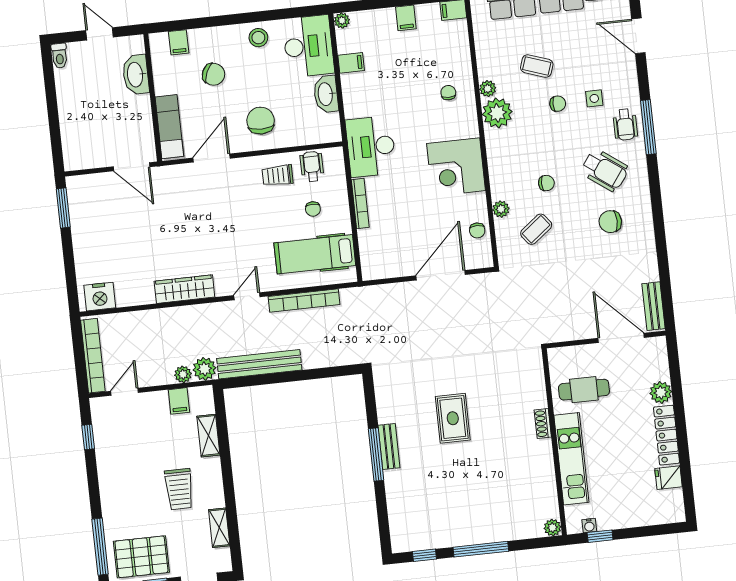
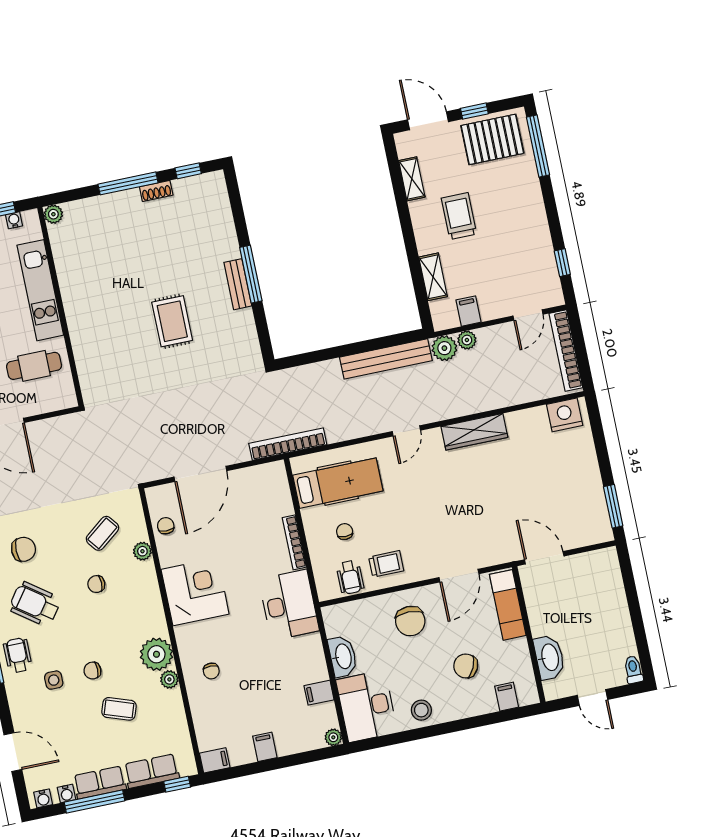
bookcase: (304, 301) -> (288, 444), moved
shoe rack: (543, 424) -> (156, 191), moved, turned 90

